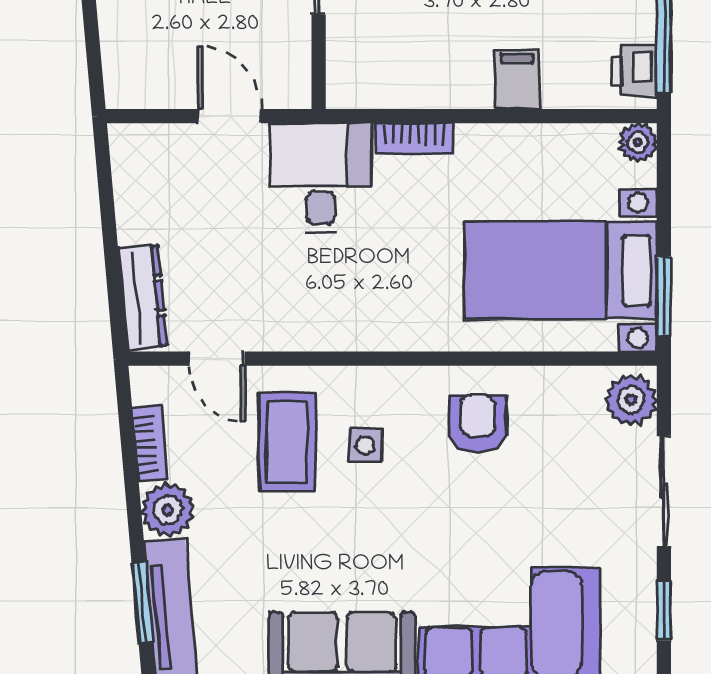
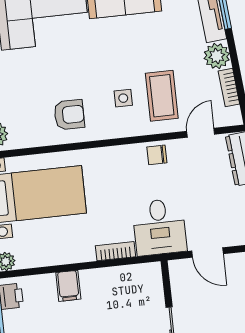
chair: (310, 324) -> (157, 155), added
door: (217, 359) -> (201, 133), hinge flipped
armchair: (478, 424) -> (69, 115), turned -90

